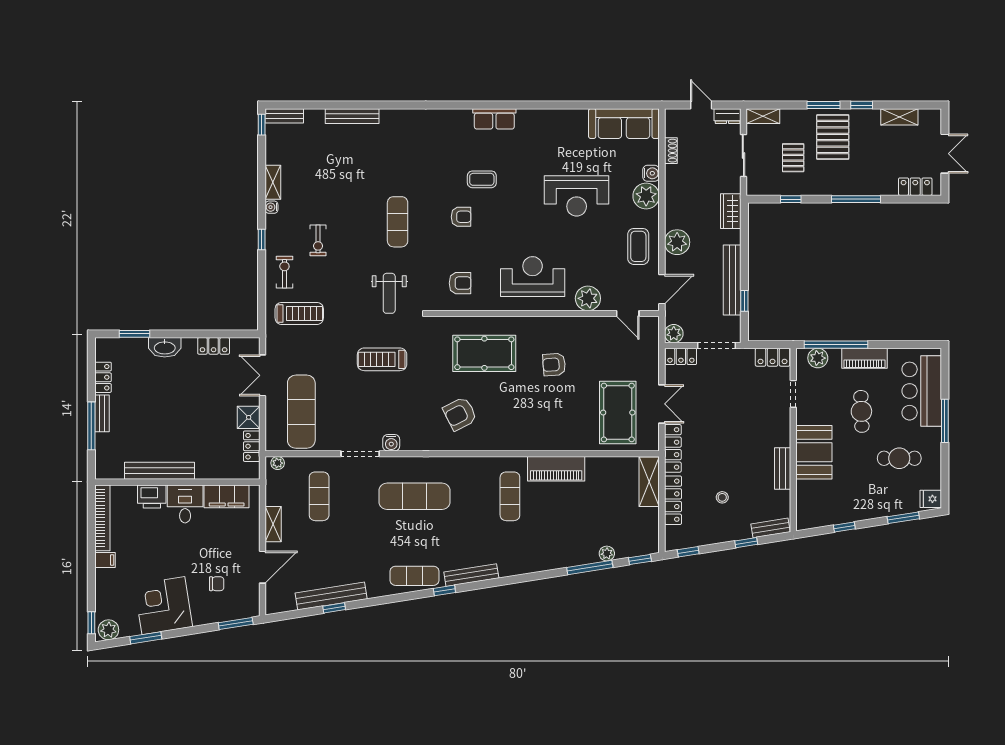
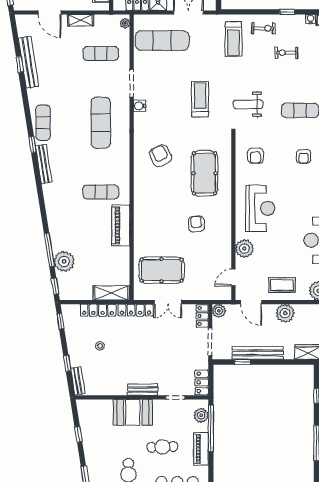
bench: (783, 469) -> (143, 390), moved
plant: (607, 553) -> (64, 261), width x1.88, depth x1.88

